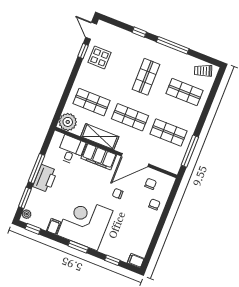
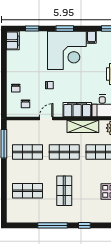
trolley: (203, 71) -> (19, 214), removed
door: (135, 160) -> (46, 118), width x0.53
filing cabinet: (136, 261) -> (13, 41), width x2.00

